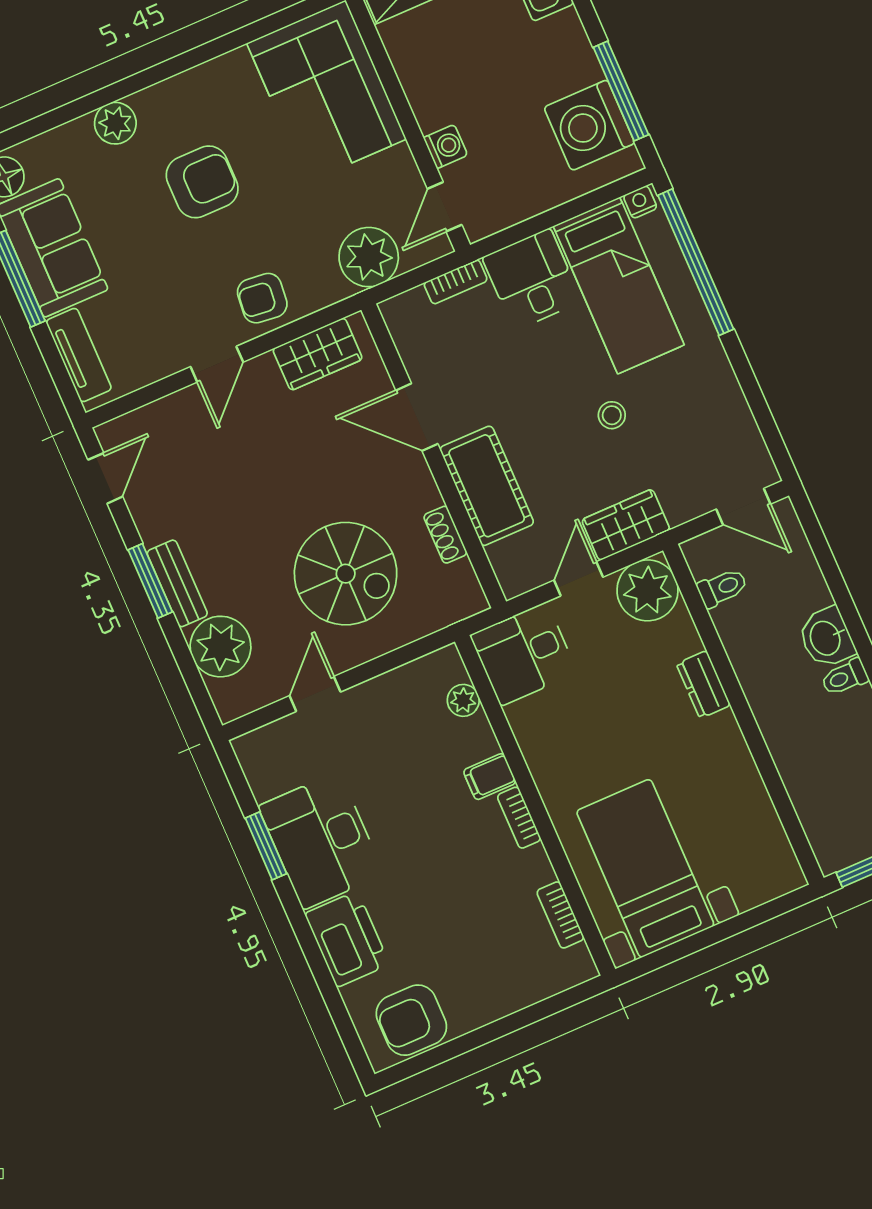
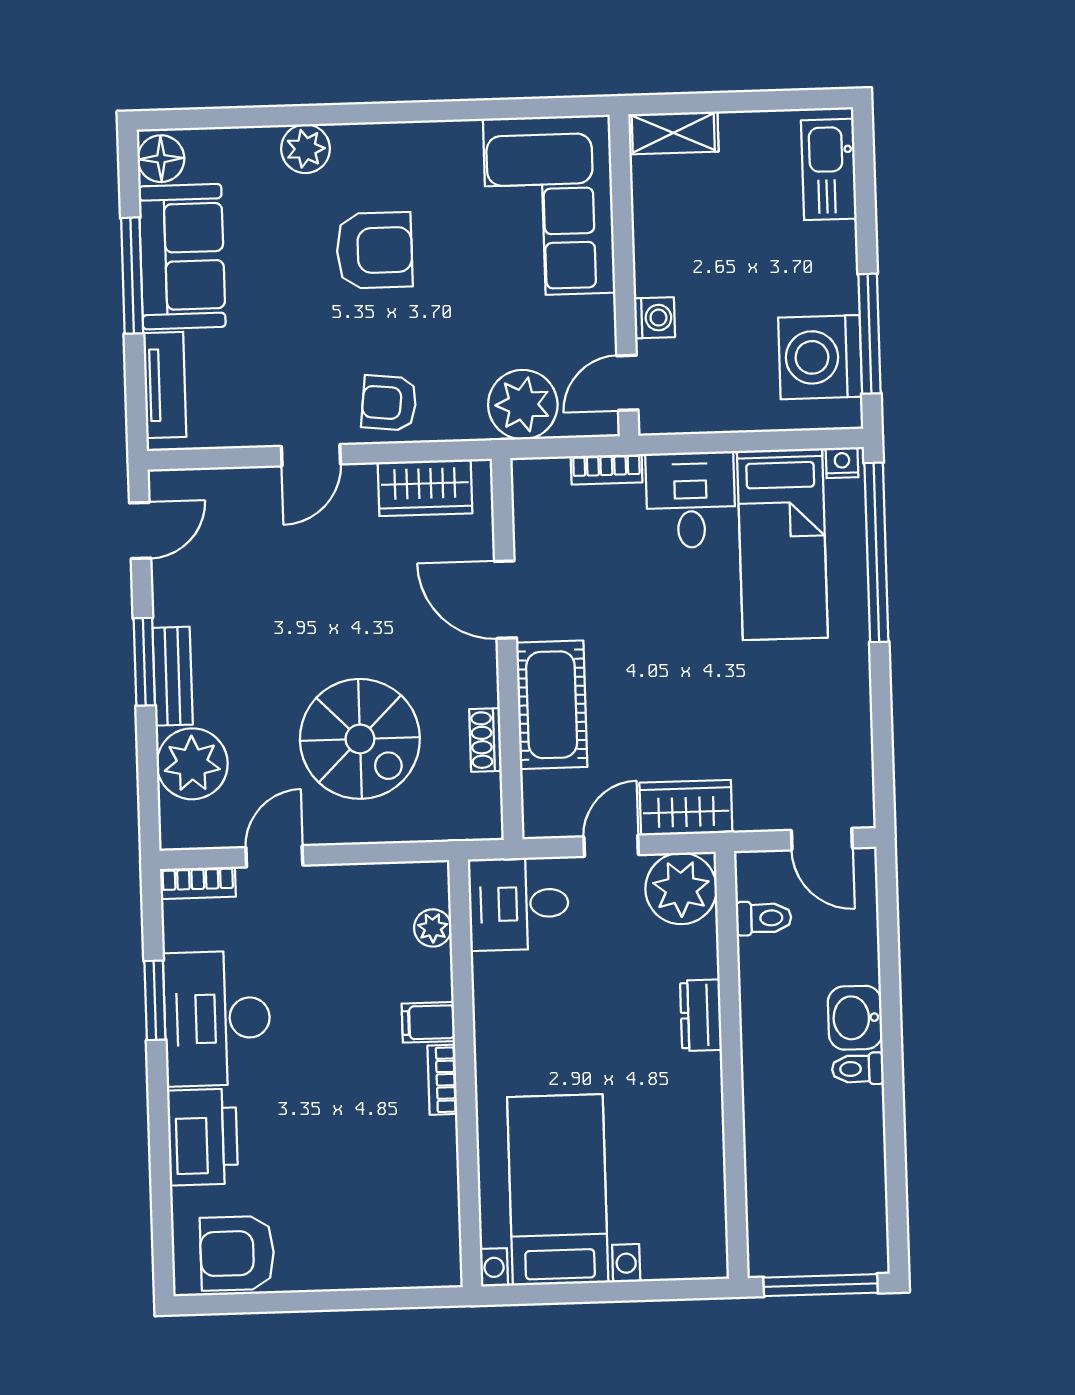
stool: (612, 415) -> (719, 682), removed
bookcase: (560, 915) -> (198, 883), moved, turned -90

